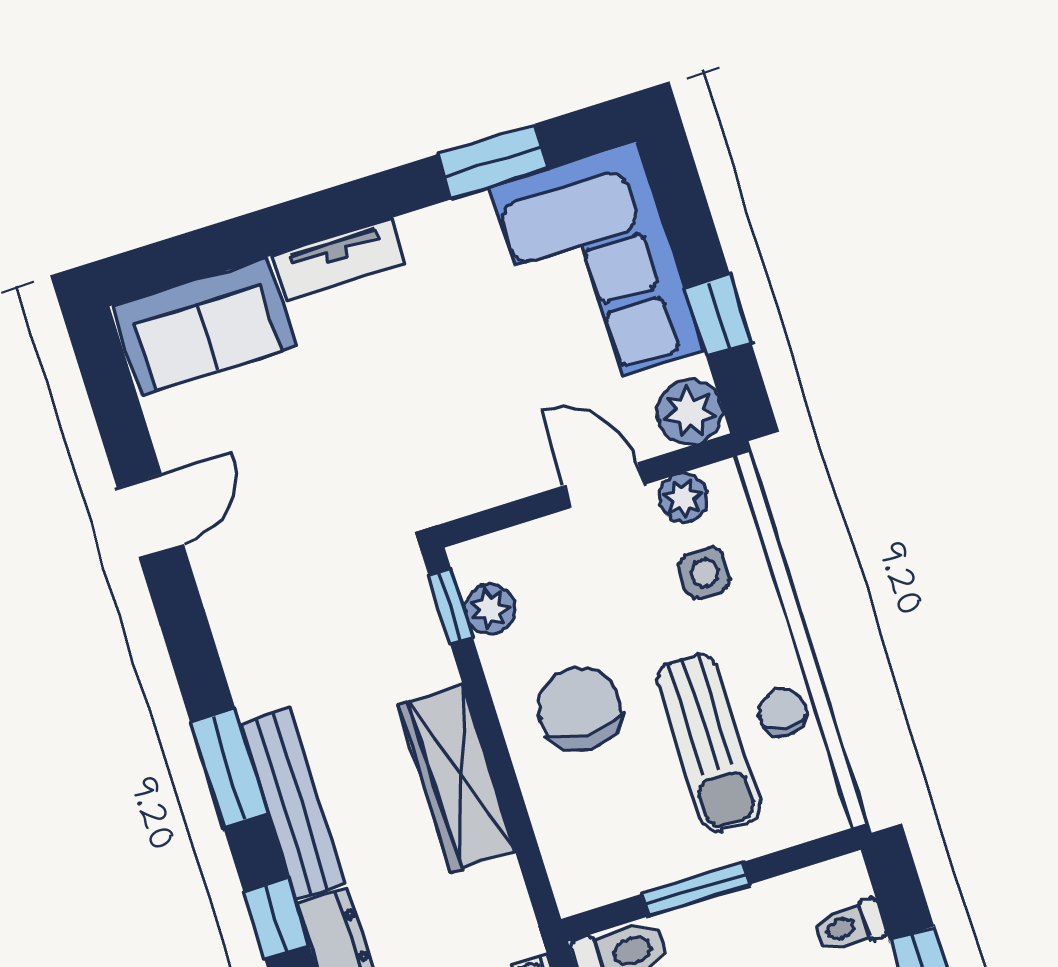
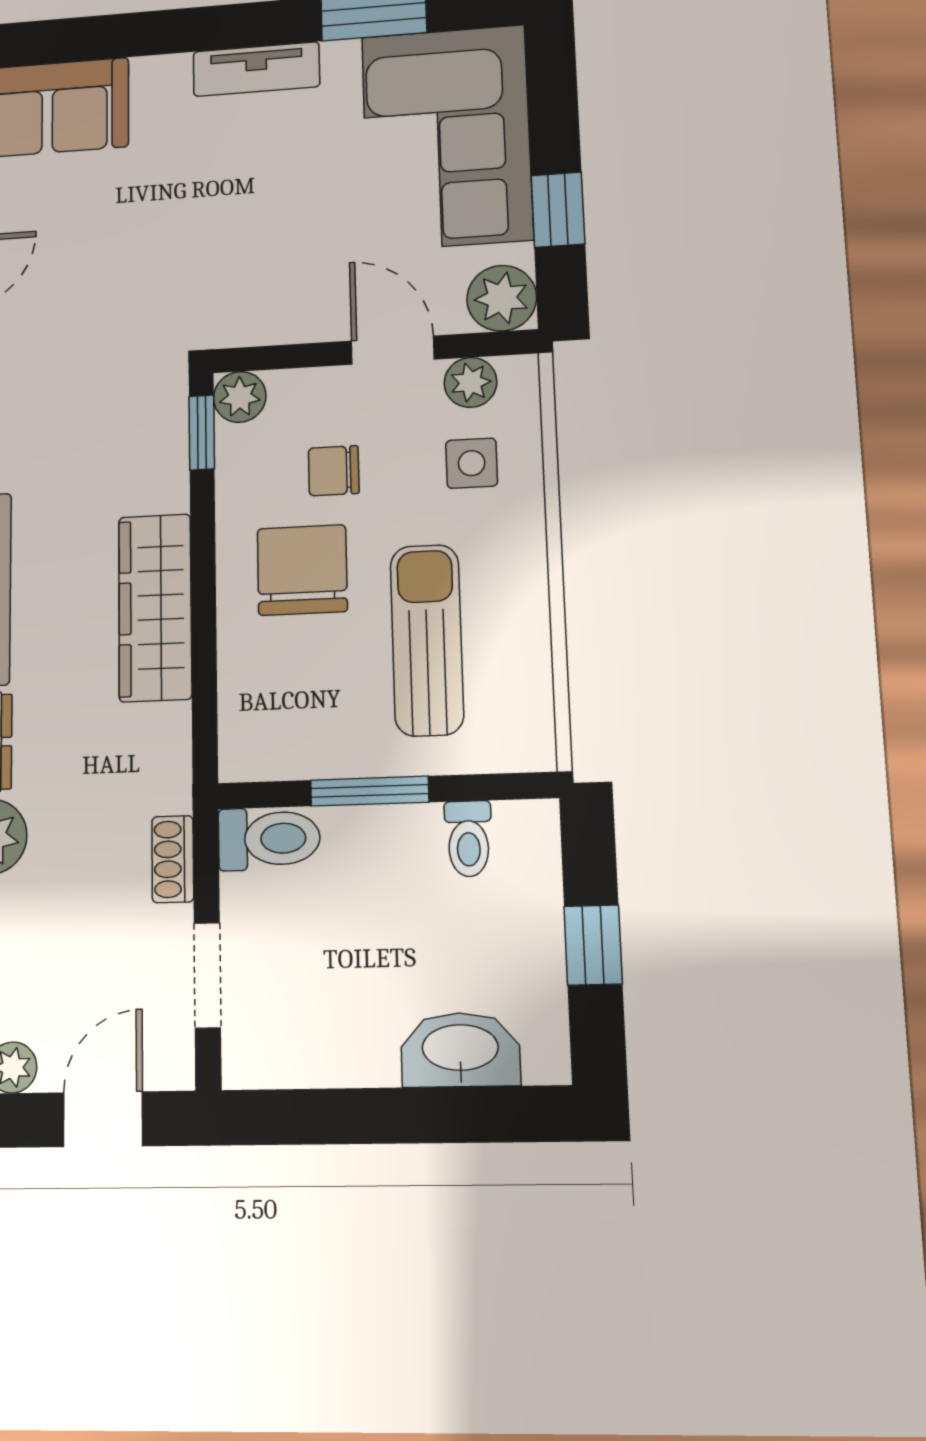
tv unit: (339, 259) -> (256, 69), moved
plant: (490, 609) -> (240, 397), moved
chair: (782, 713) -> (334, 471), moved, turned -90
sun lounger: (709, 743) -> (427, 640), turned 180
toilet: (850, 926) -> (468, 839), moved, turned -90

